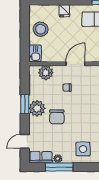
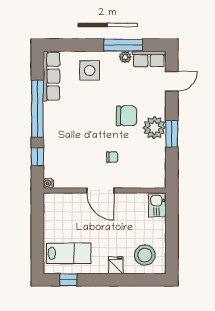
stool: (41, 29) -> (145, 255), moved
door: (75, 64) -> (100, 190), hinge flipped
plant: (46, 73) -> (142, 178), removed
chair: (57, 117) -> (126, 116), turned 90

